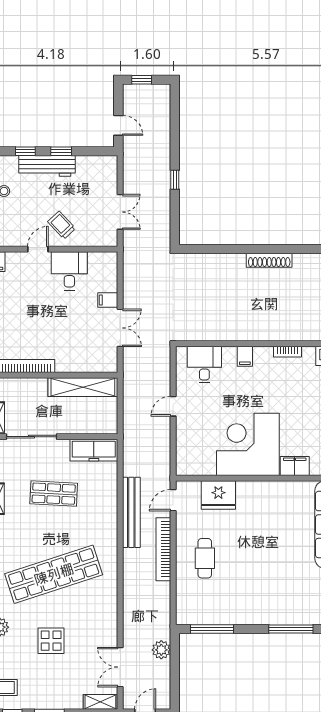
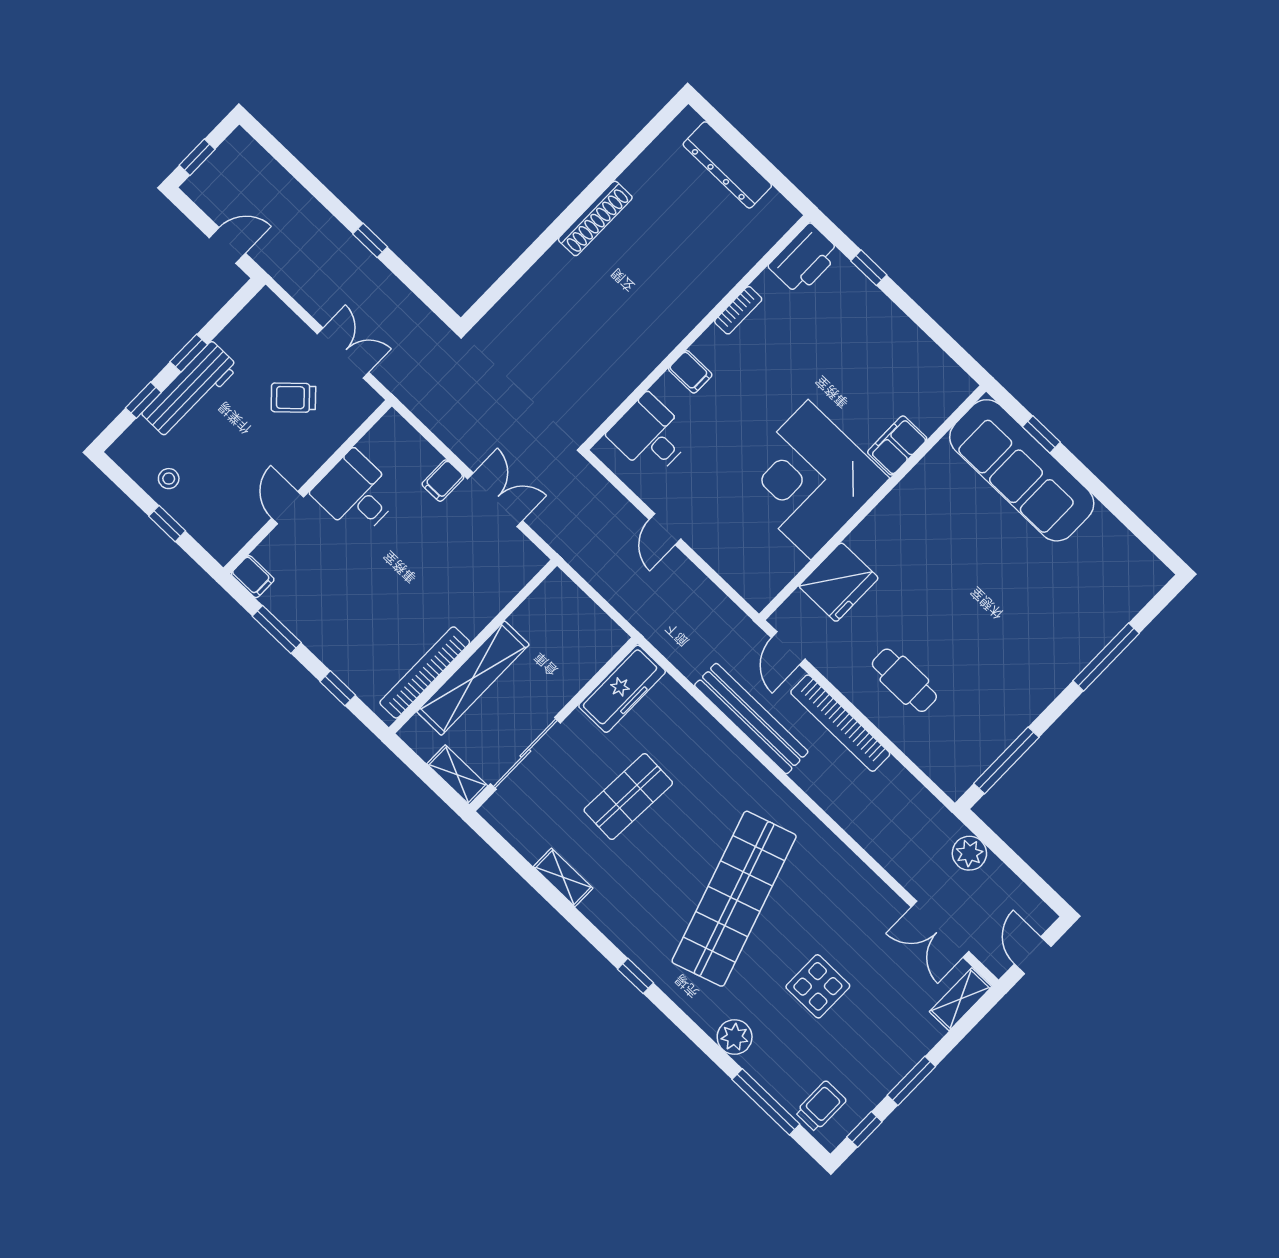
trolley: (62, 225) -> (293, 398), moved
shelving: (83, 387) -> (473, 678), moved

